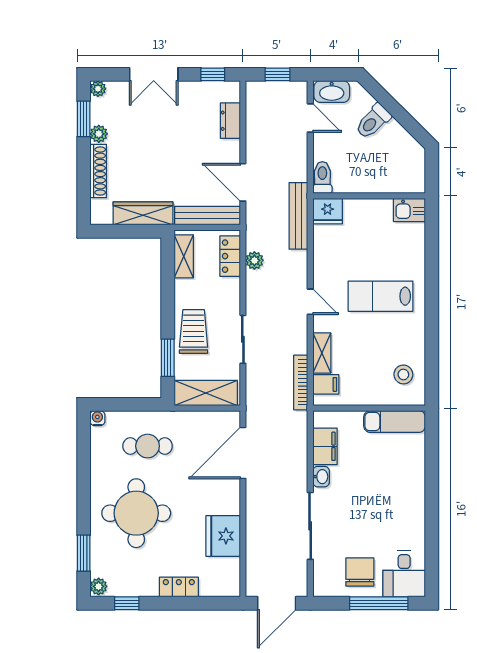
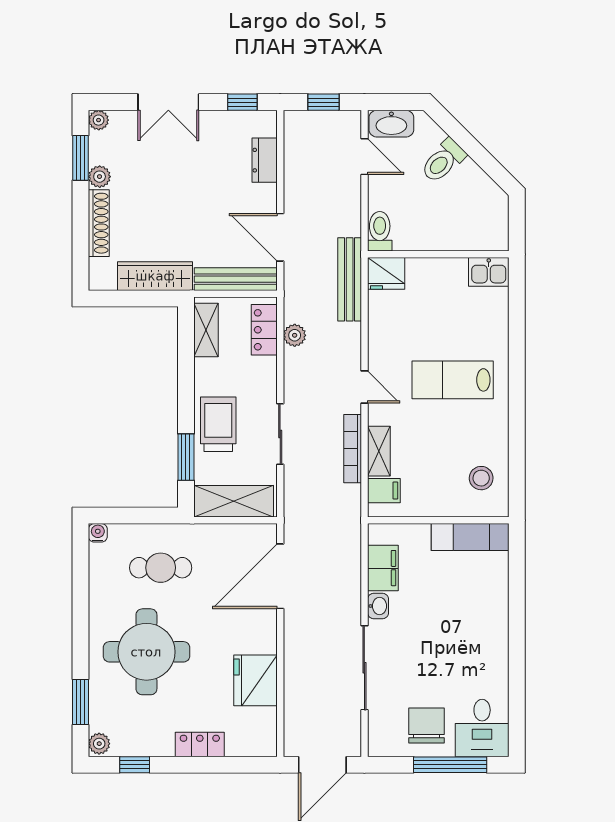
bookcase: (301, 382) -> (353, 449), moved

